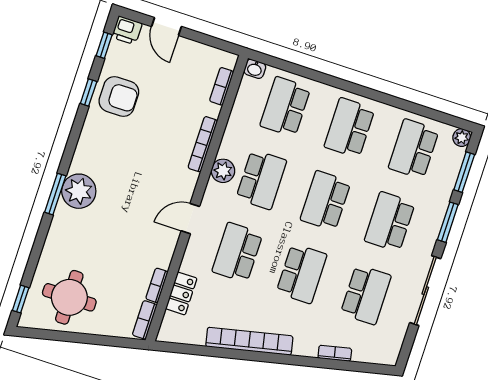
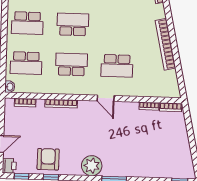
plant: (223, 171) -> (73, 88), removed
plant: (79, 191) -> (92, 166), moved
school desk: (326, 201) -> (73, 24), turned 180
school desk: (302, 274) -> (118, 26), removed
locker: (181, 293) -> (150, 91), removed
round table: (69, 297) -> (170, 154), removed

